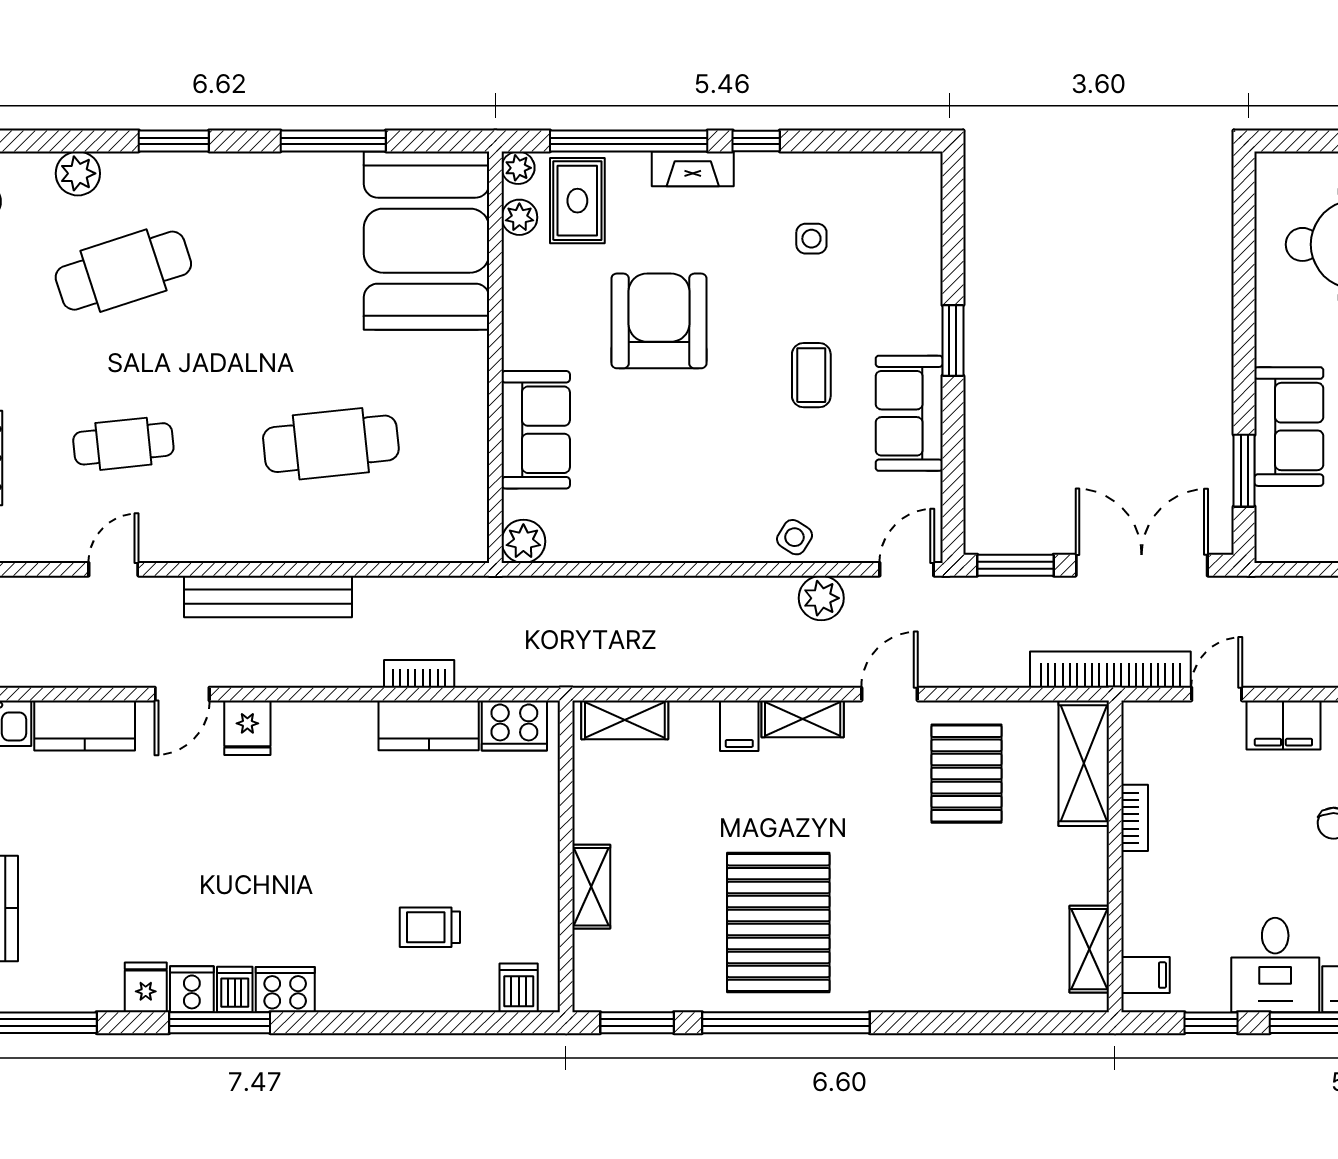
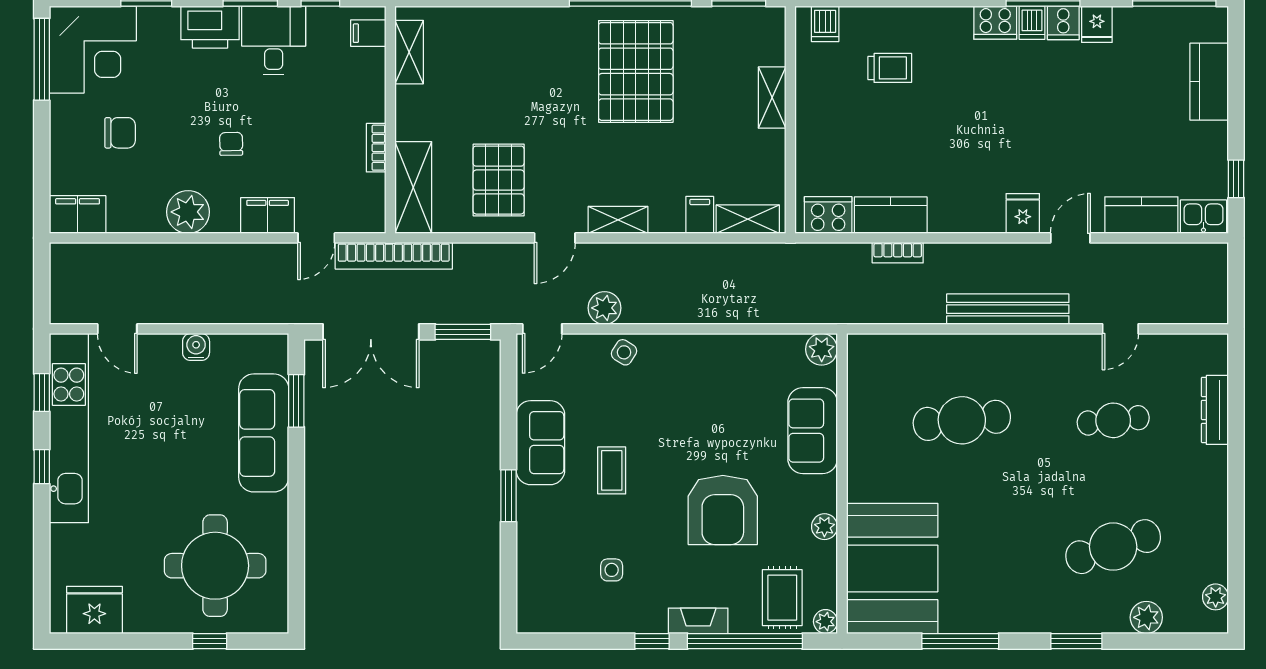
plant: (519, 217) -> (824, 527), moved
sofa: (1289, 427) -> (264, 433), width x1.36
filing cabinet: (739, 726) -> (700, 215), moved

